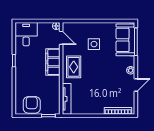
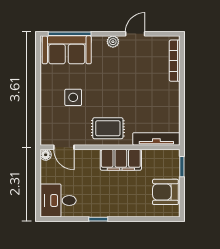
door: (61, 38) -> (64, 147), swing flipped
filing cabinet: (53, 62) -> (121, 160), moved
door: (136, 85) -> (135, 34), hinge flipped

